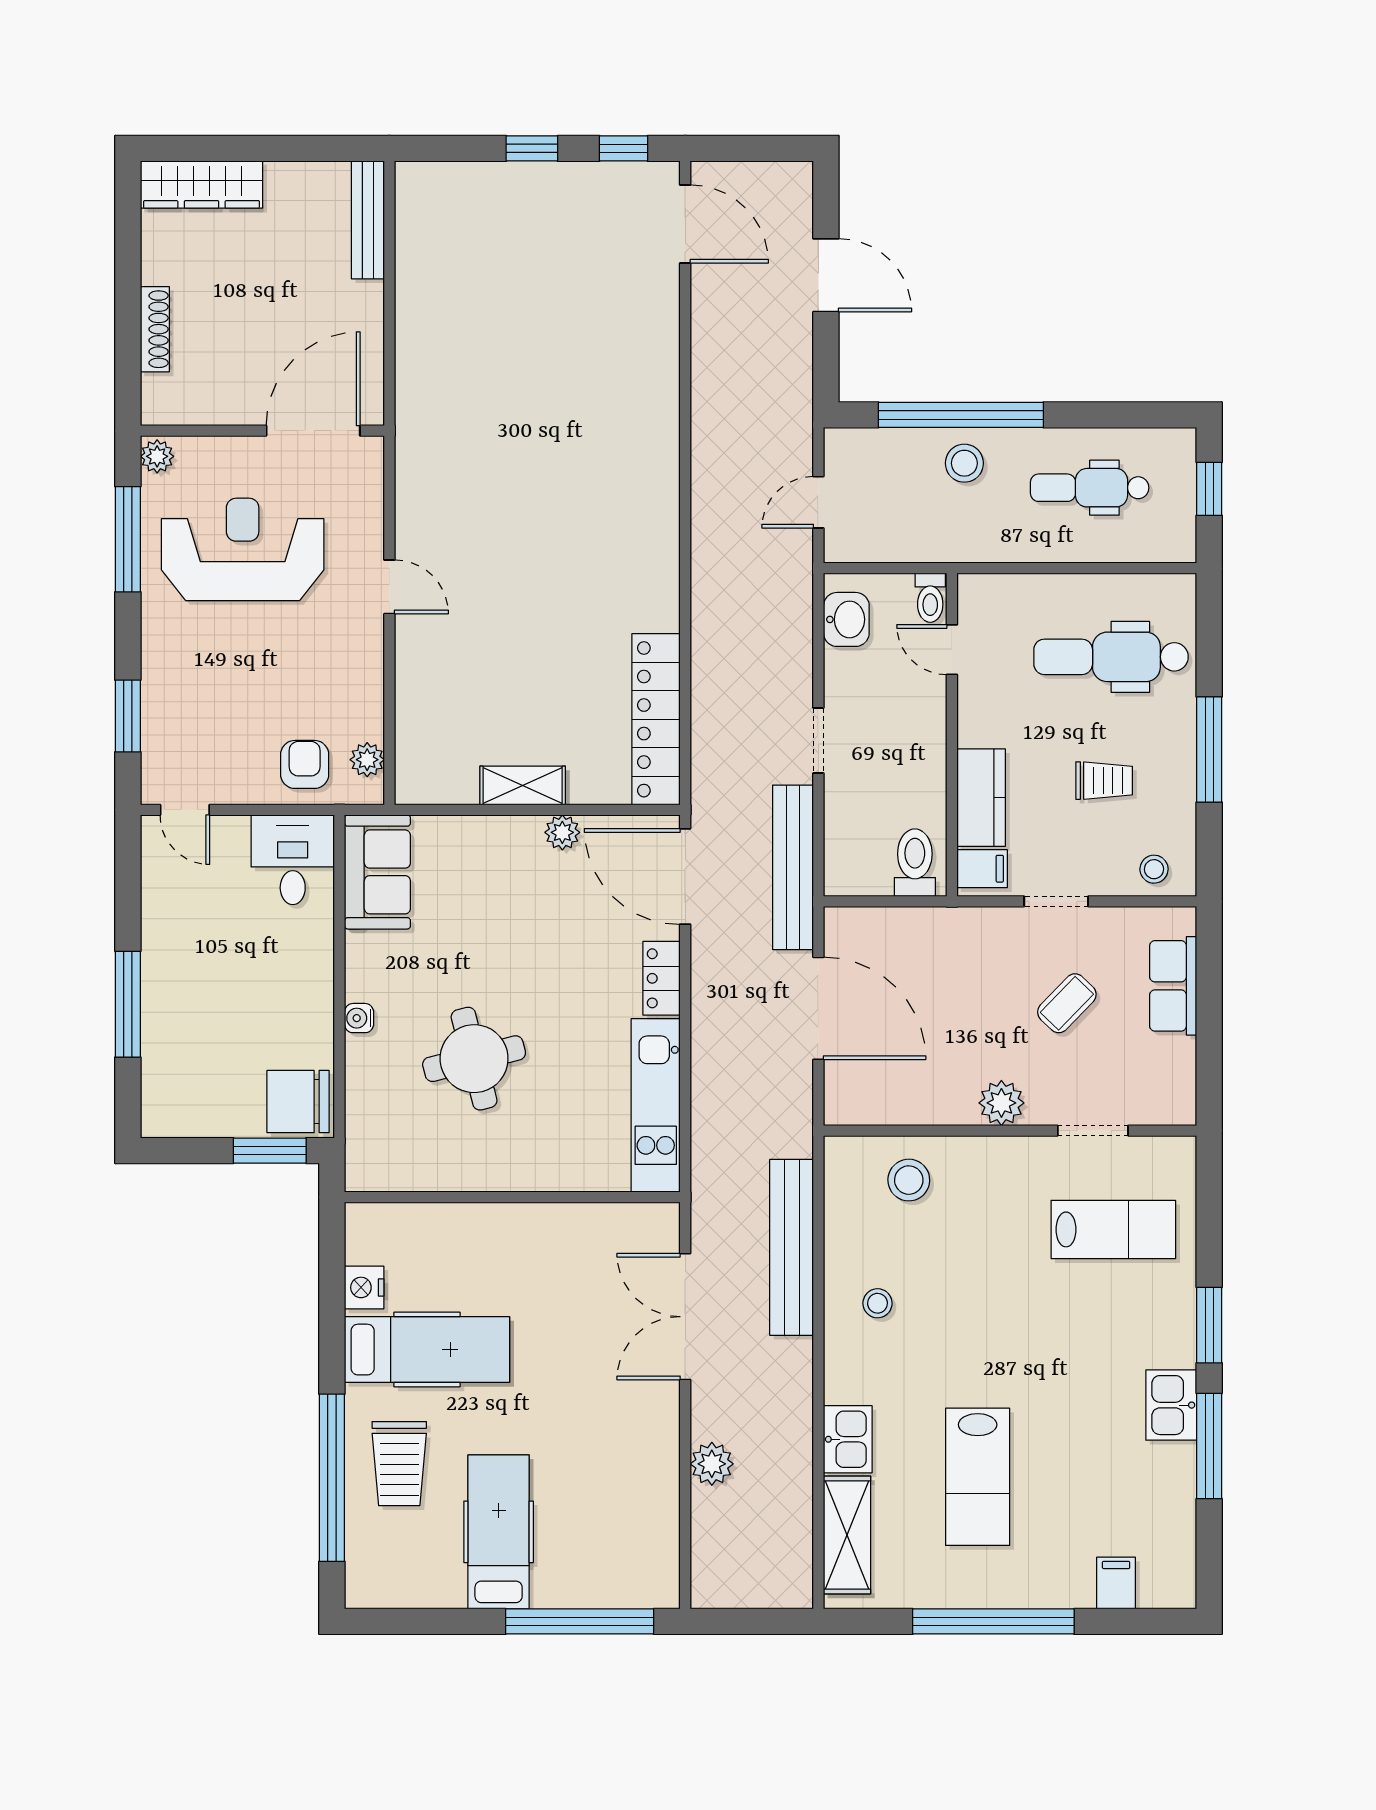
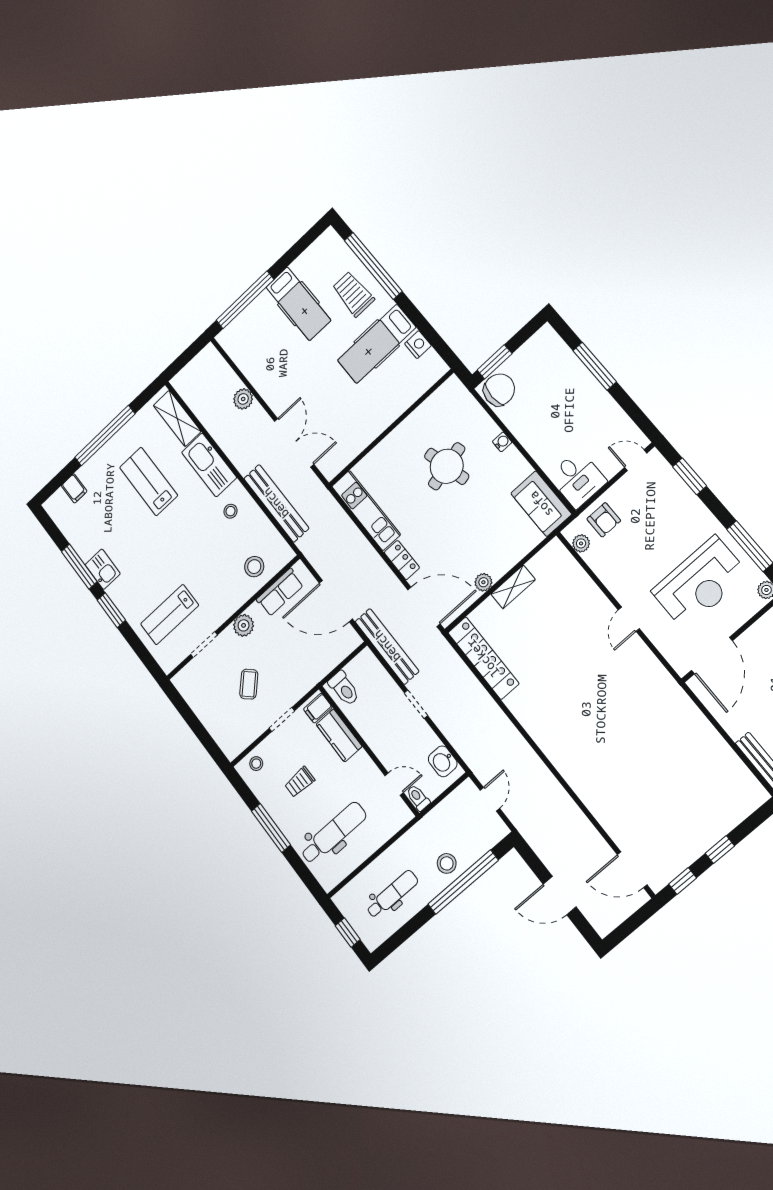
door: (389, 587) -> (629, 619), hinge flipped
row of seats: (1173, 986) -> (280, 592), moved, turned 90
kitchen sink: (848, 1439) -> (209, 465), width x1.87, depth x1.24

